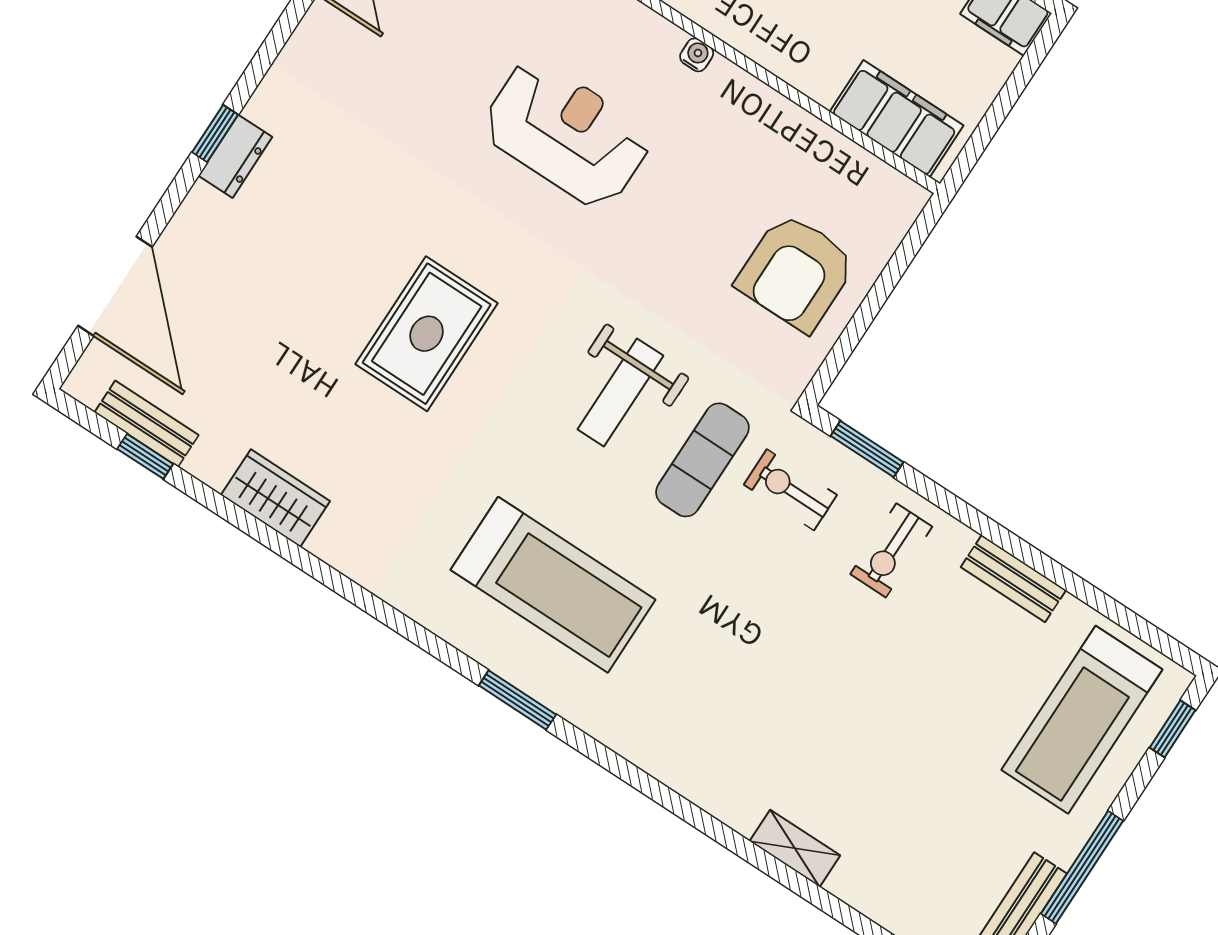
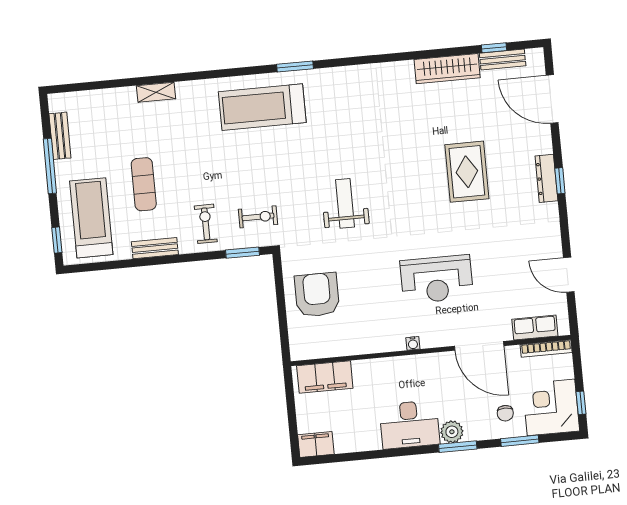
dresser: (235, 156) -> (546, 178), width x1.44
rug: (427, 334) -> (467, 172), moved
exercise mat: (702, 460) -> (144, 184), moved
wardrobe: (275, 498) -> (447, 69), width x1.50
treadmill: (553, 585) -> (262, 107), moved

